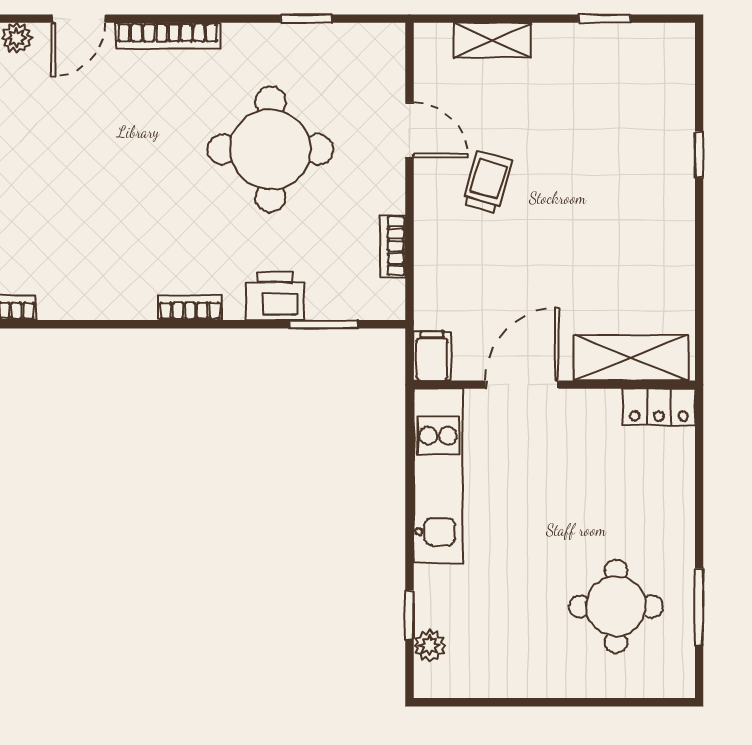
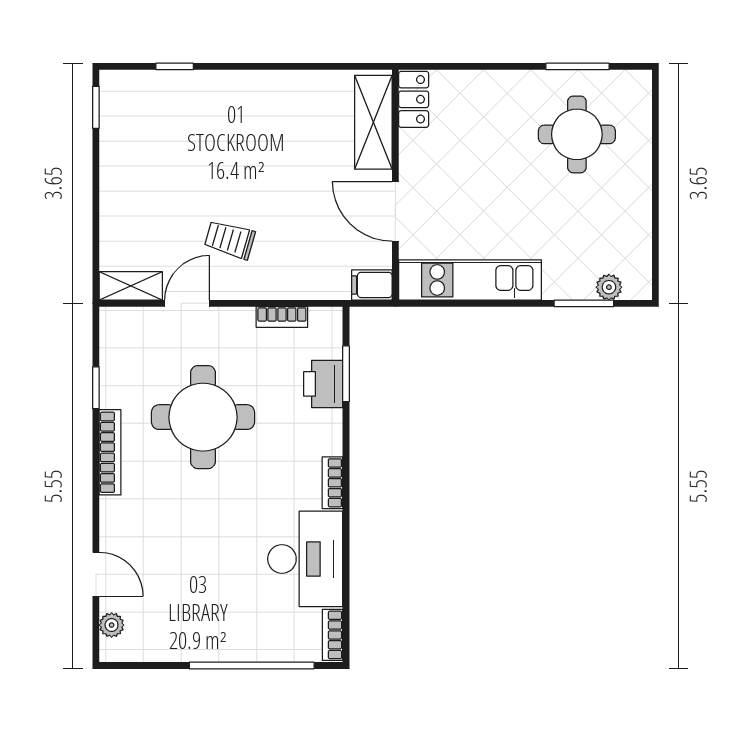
window: (604, 19) -> (96, 107), moved
bookcase: (168, 36) -> (110, 452), moved
shelving: (492, 40) -> (131, 286), moved, turned 90
window: (699, 154) -> (175, 66), moved
desk: (97, 274) -> (305, 559), added
printer: (275, 296) -> (323, 384), moved
window: (410, 615) -> (584, 303), width x1.50

